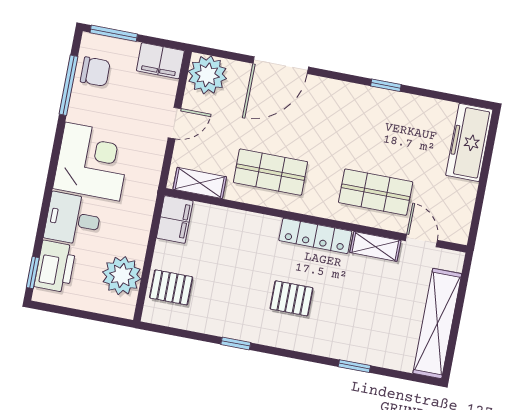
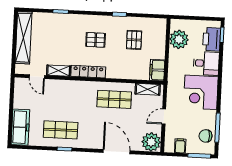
filing cabinet: (160, 61) -> (180, 146), width x0.50
door: (281, 65) -> (117, 152), hinge flipped
shop shelf: (376, 192) -> (61, 130), moved
pallet: (171, 287) -> (134, 40), moved, turned 90

